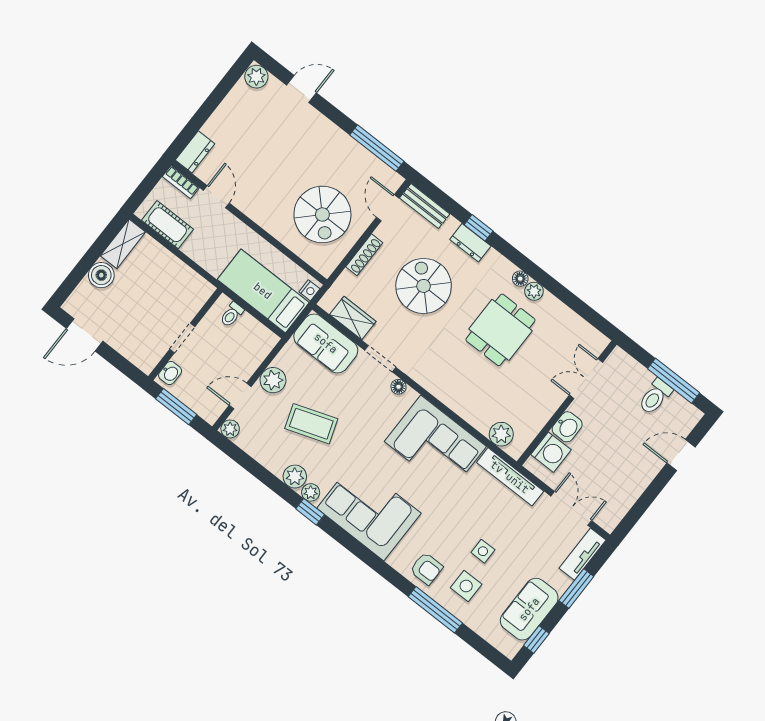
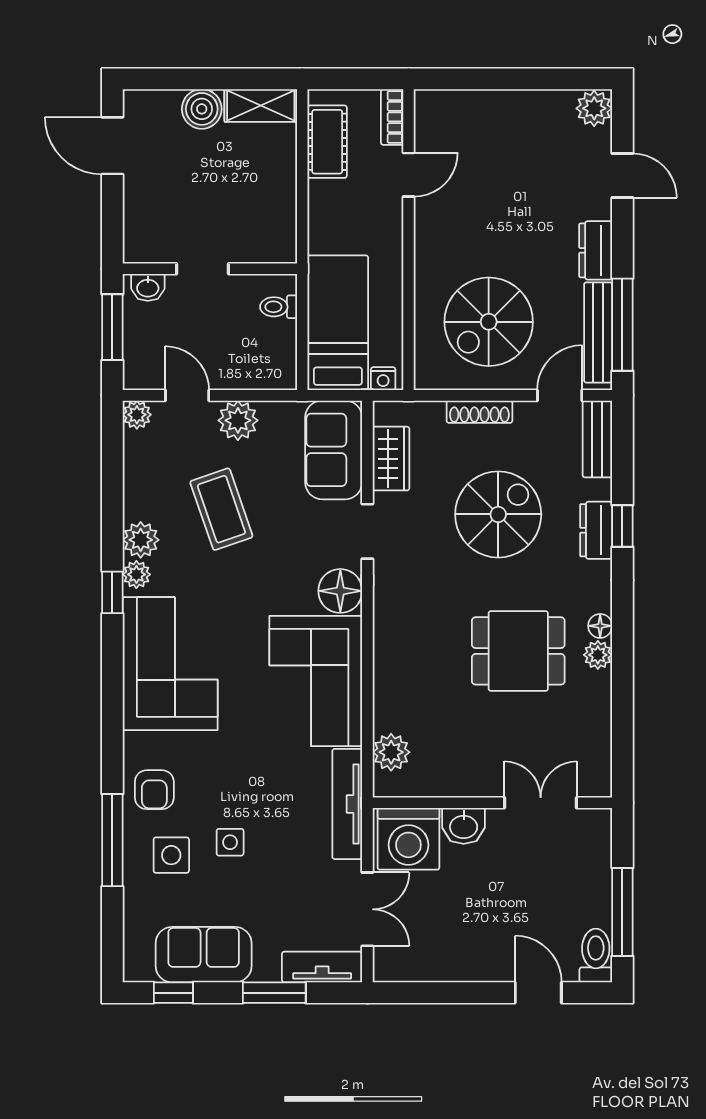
dresser: (195, 152) -> (596, 250), moved, turned 90
bench: (371, 163) -> (598, 332), added
floor lamp: (399, 387) -> (340, 591), width x1.89, depth x1.89
toilet: (655, 397) -> (596, 955), moved, turned 90
washing machine: (551, 452) -> (408, 839), width x1.37, depth x1.37

